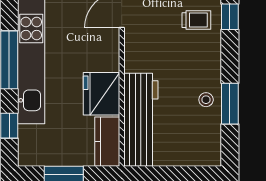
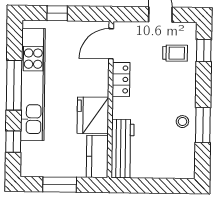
locker: (134, 52) -> (121, 79), added
workbench: (141, 120) -> (123, 149), width x0.73, depth x0.76

